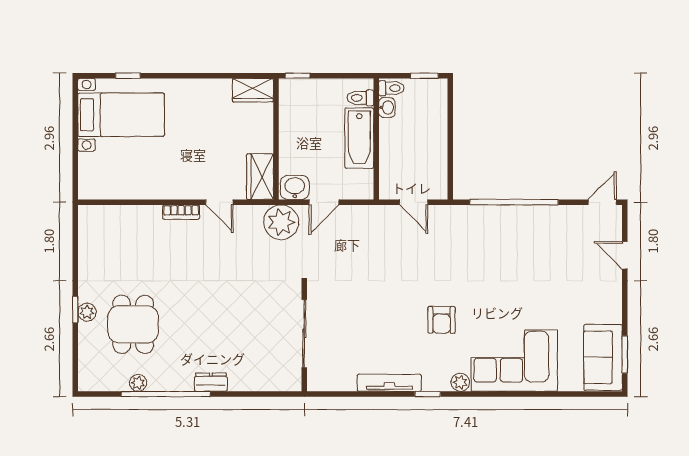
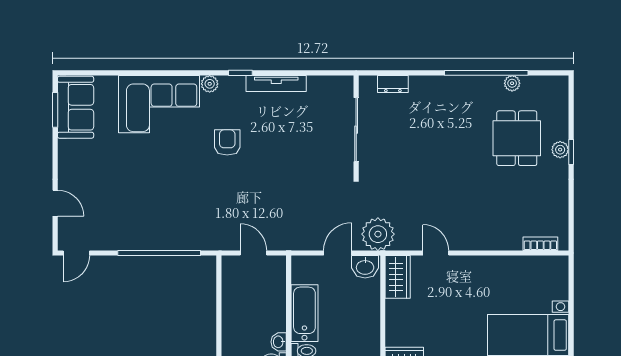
bookcase: (181, 212) -> (540, 244), moved
dresser: (211, 382) -> (393, 84), moved

